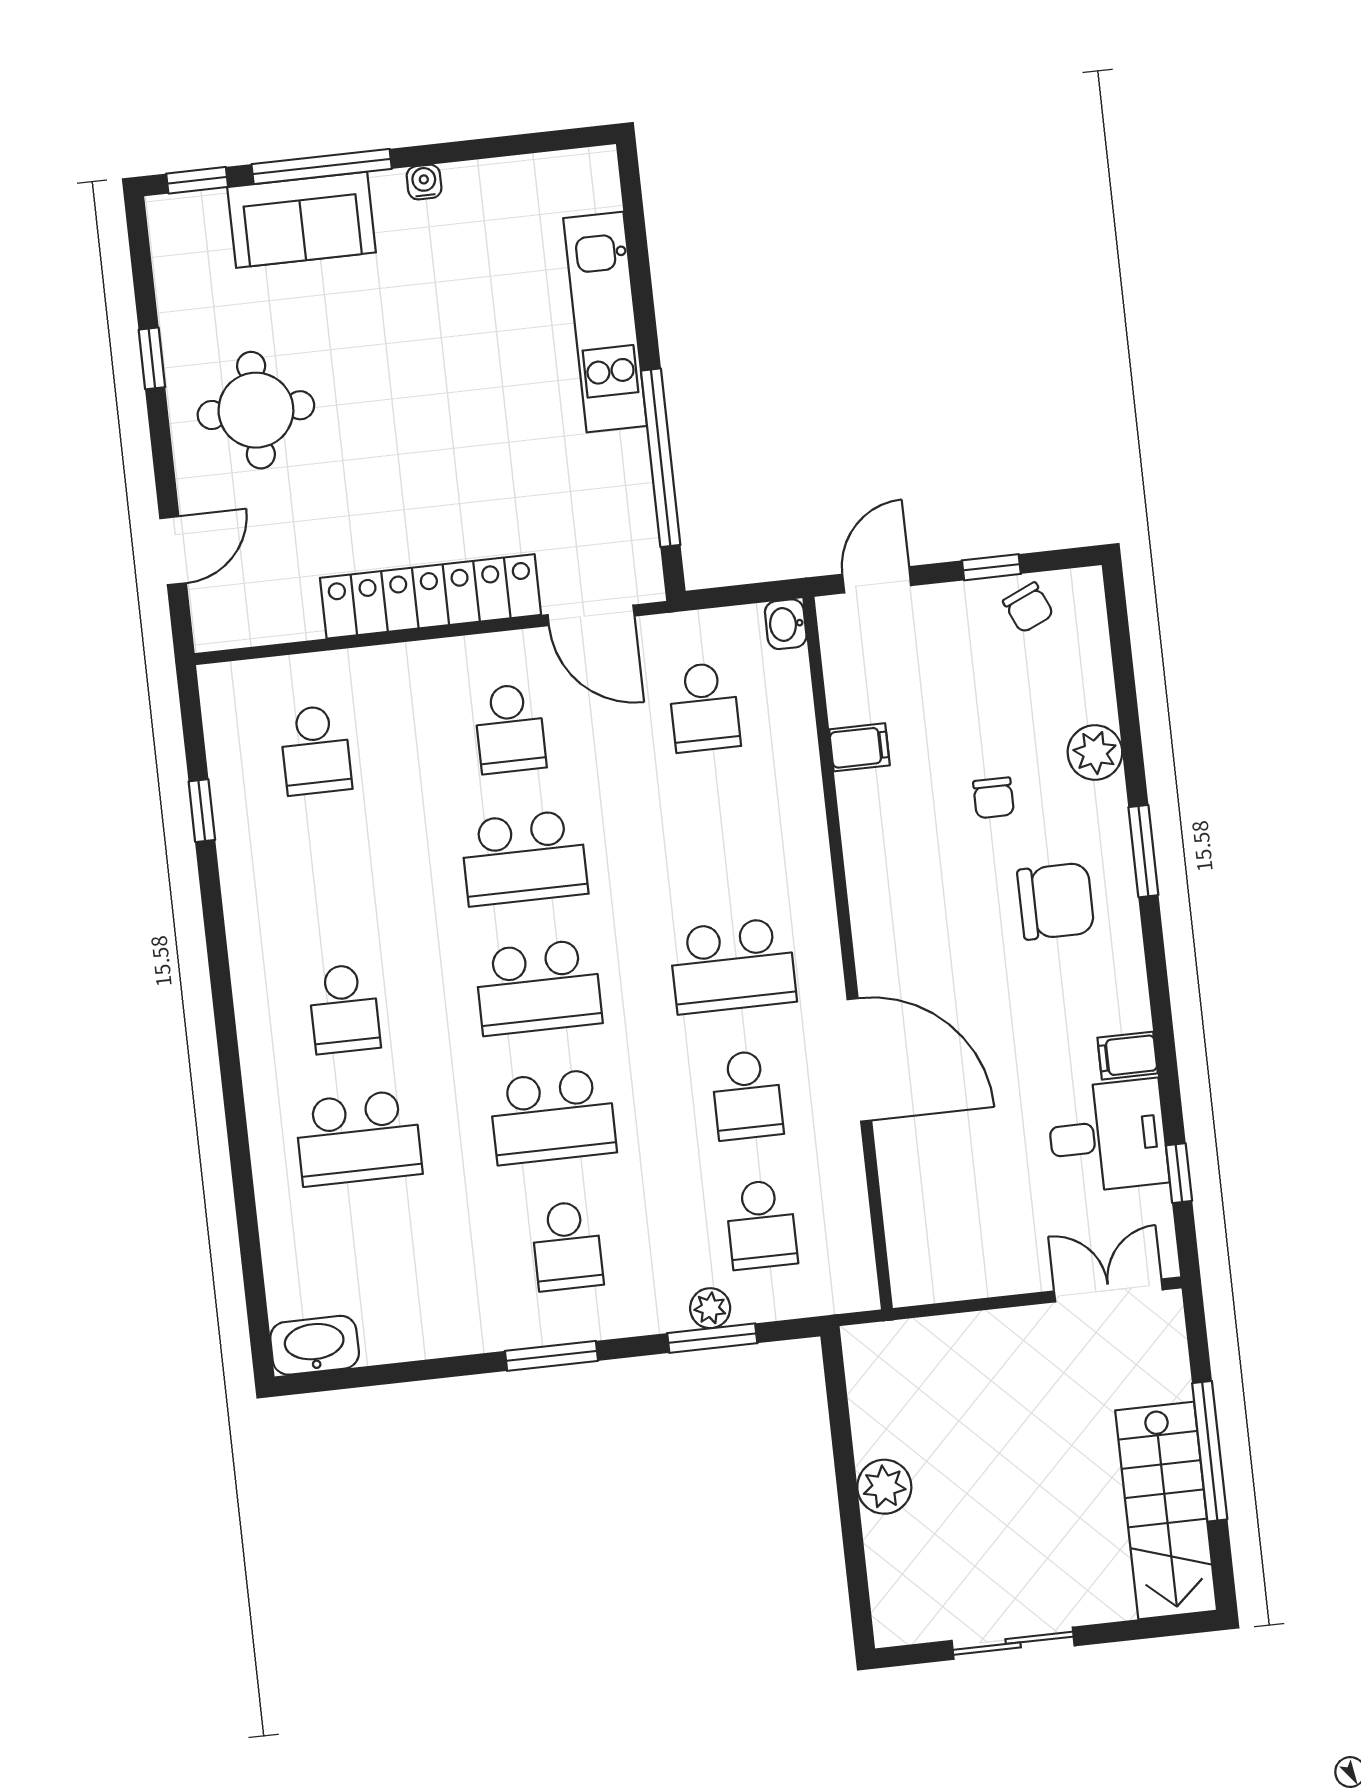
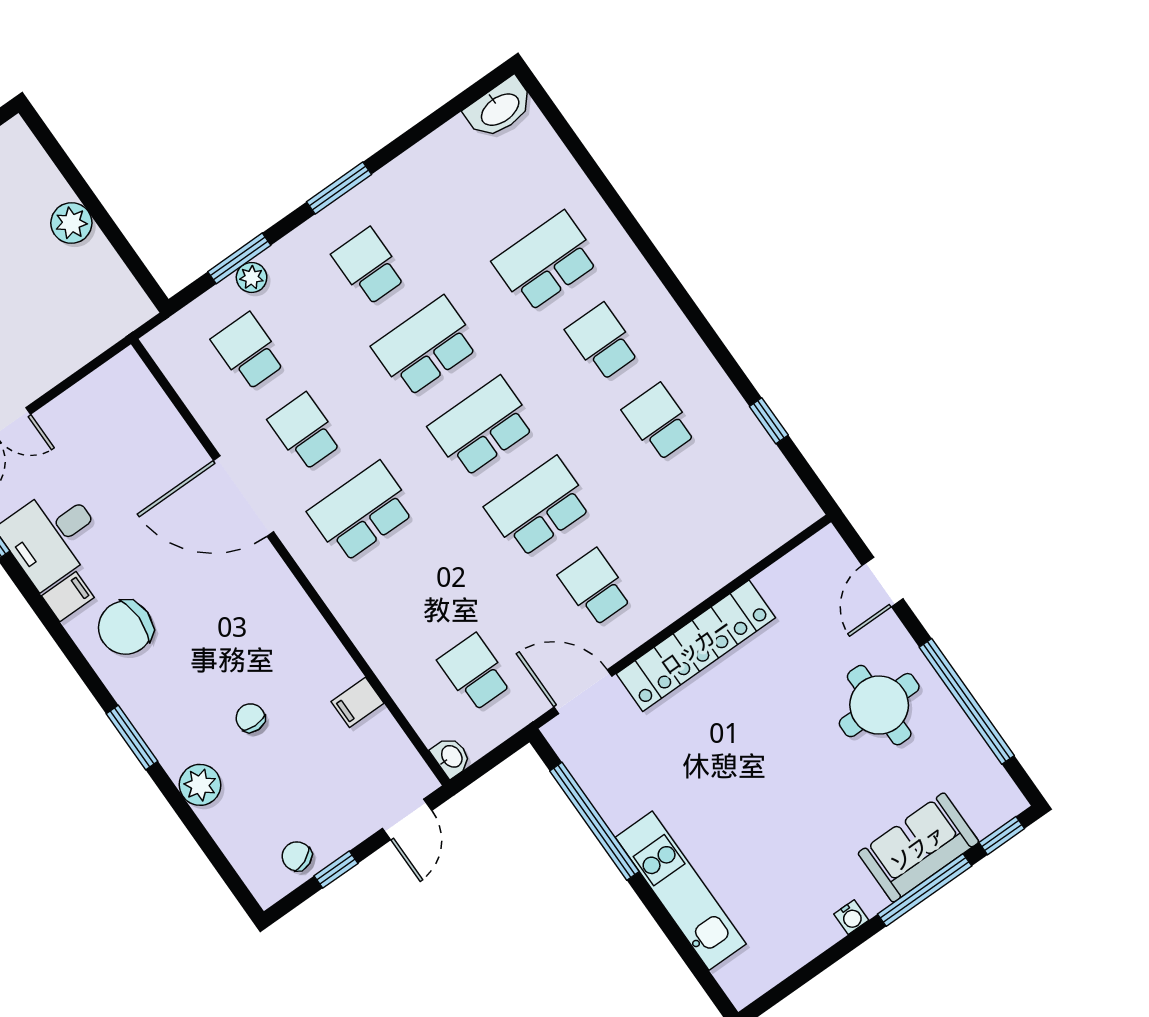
window: (152, 358) -> (967, 701), width x3.17
school desk: (316, 750) -> (659, 422), moved
chair: (1056, 901) -> (125, 628), moved

